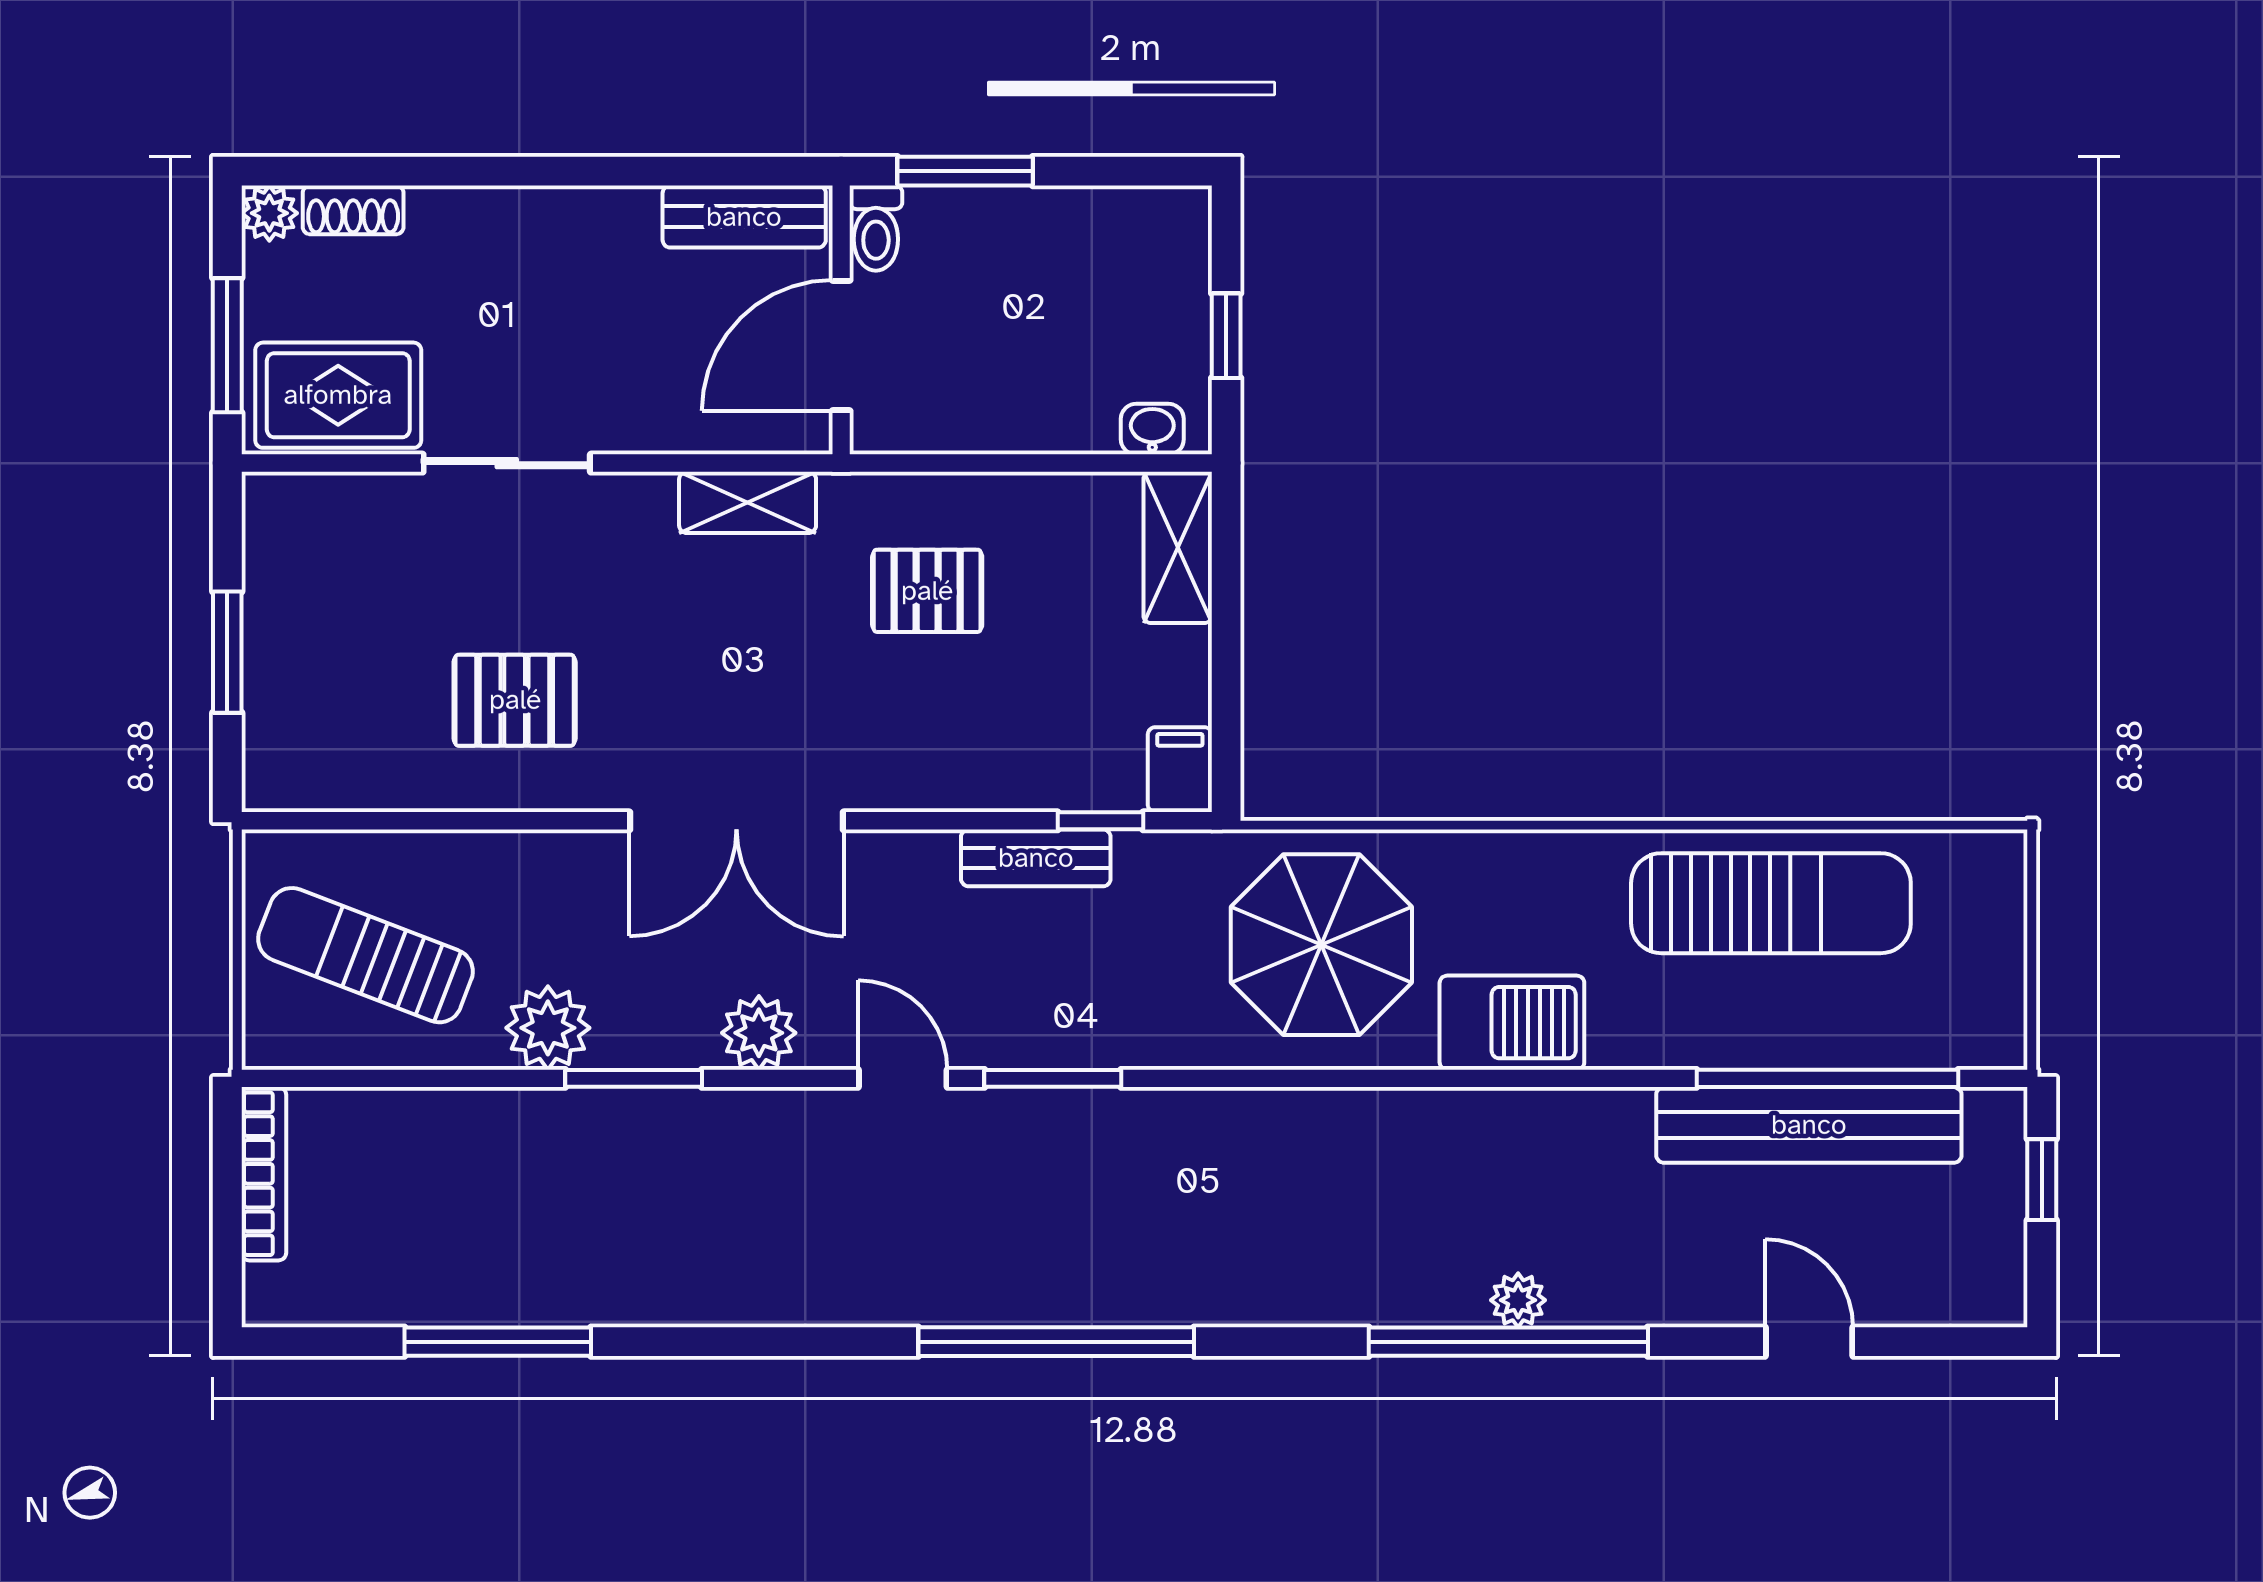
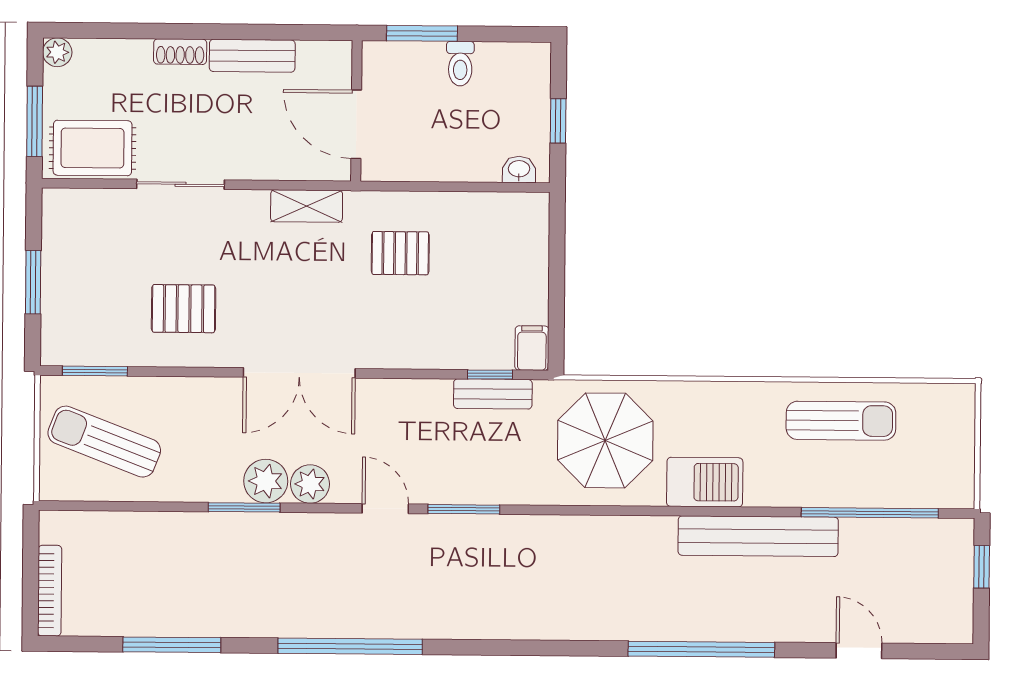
shoe rack: (353, 210) -> (180, 52), moved
bench: (744, 217) -> (252, 56), moved
toilet: (876, 228) -> (460, 64), moved
door: (841, 346) -> (356, 124), hinge flipped
shelving: (1178, 547) -> (532, 232), removed
window: (347, 821) -> (95, 371), added
bench: (1036, 858) -> (493, 394), moved
sun lounger: (1771, 903) -> (841, 421), width x0.73, depth x0.75
plant: (548, 1028) -> (266, 481), moved
bench: (1809, 1125) -> (758, 536), moved
bookcase: (264, 1174) -> (50, 591), moved
plant: (1518, 1300) -> (707, 628), removed
window: (1056, 1342) -> (350, 646), moved

